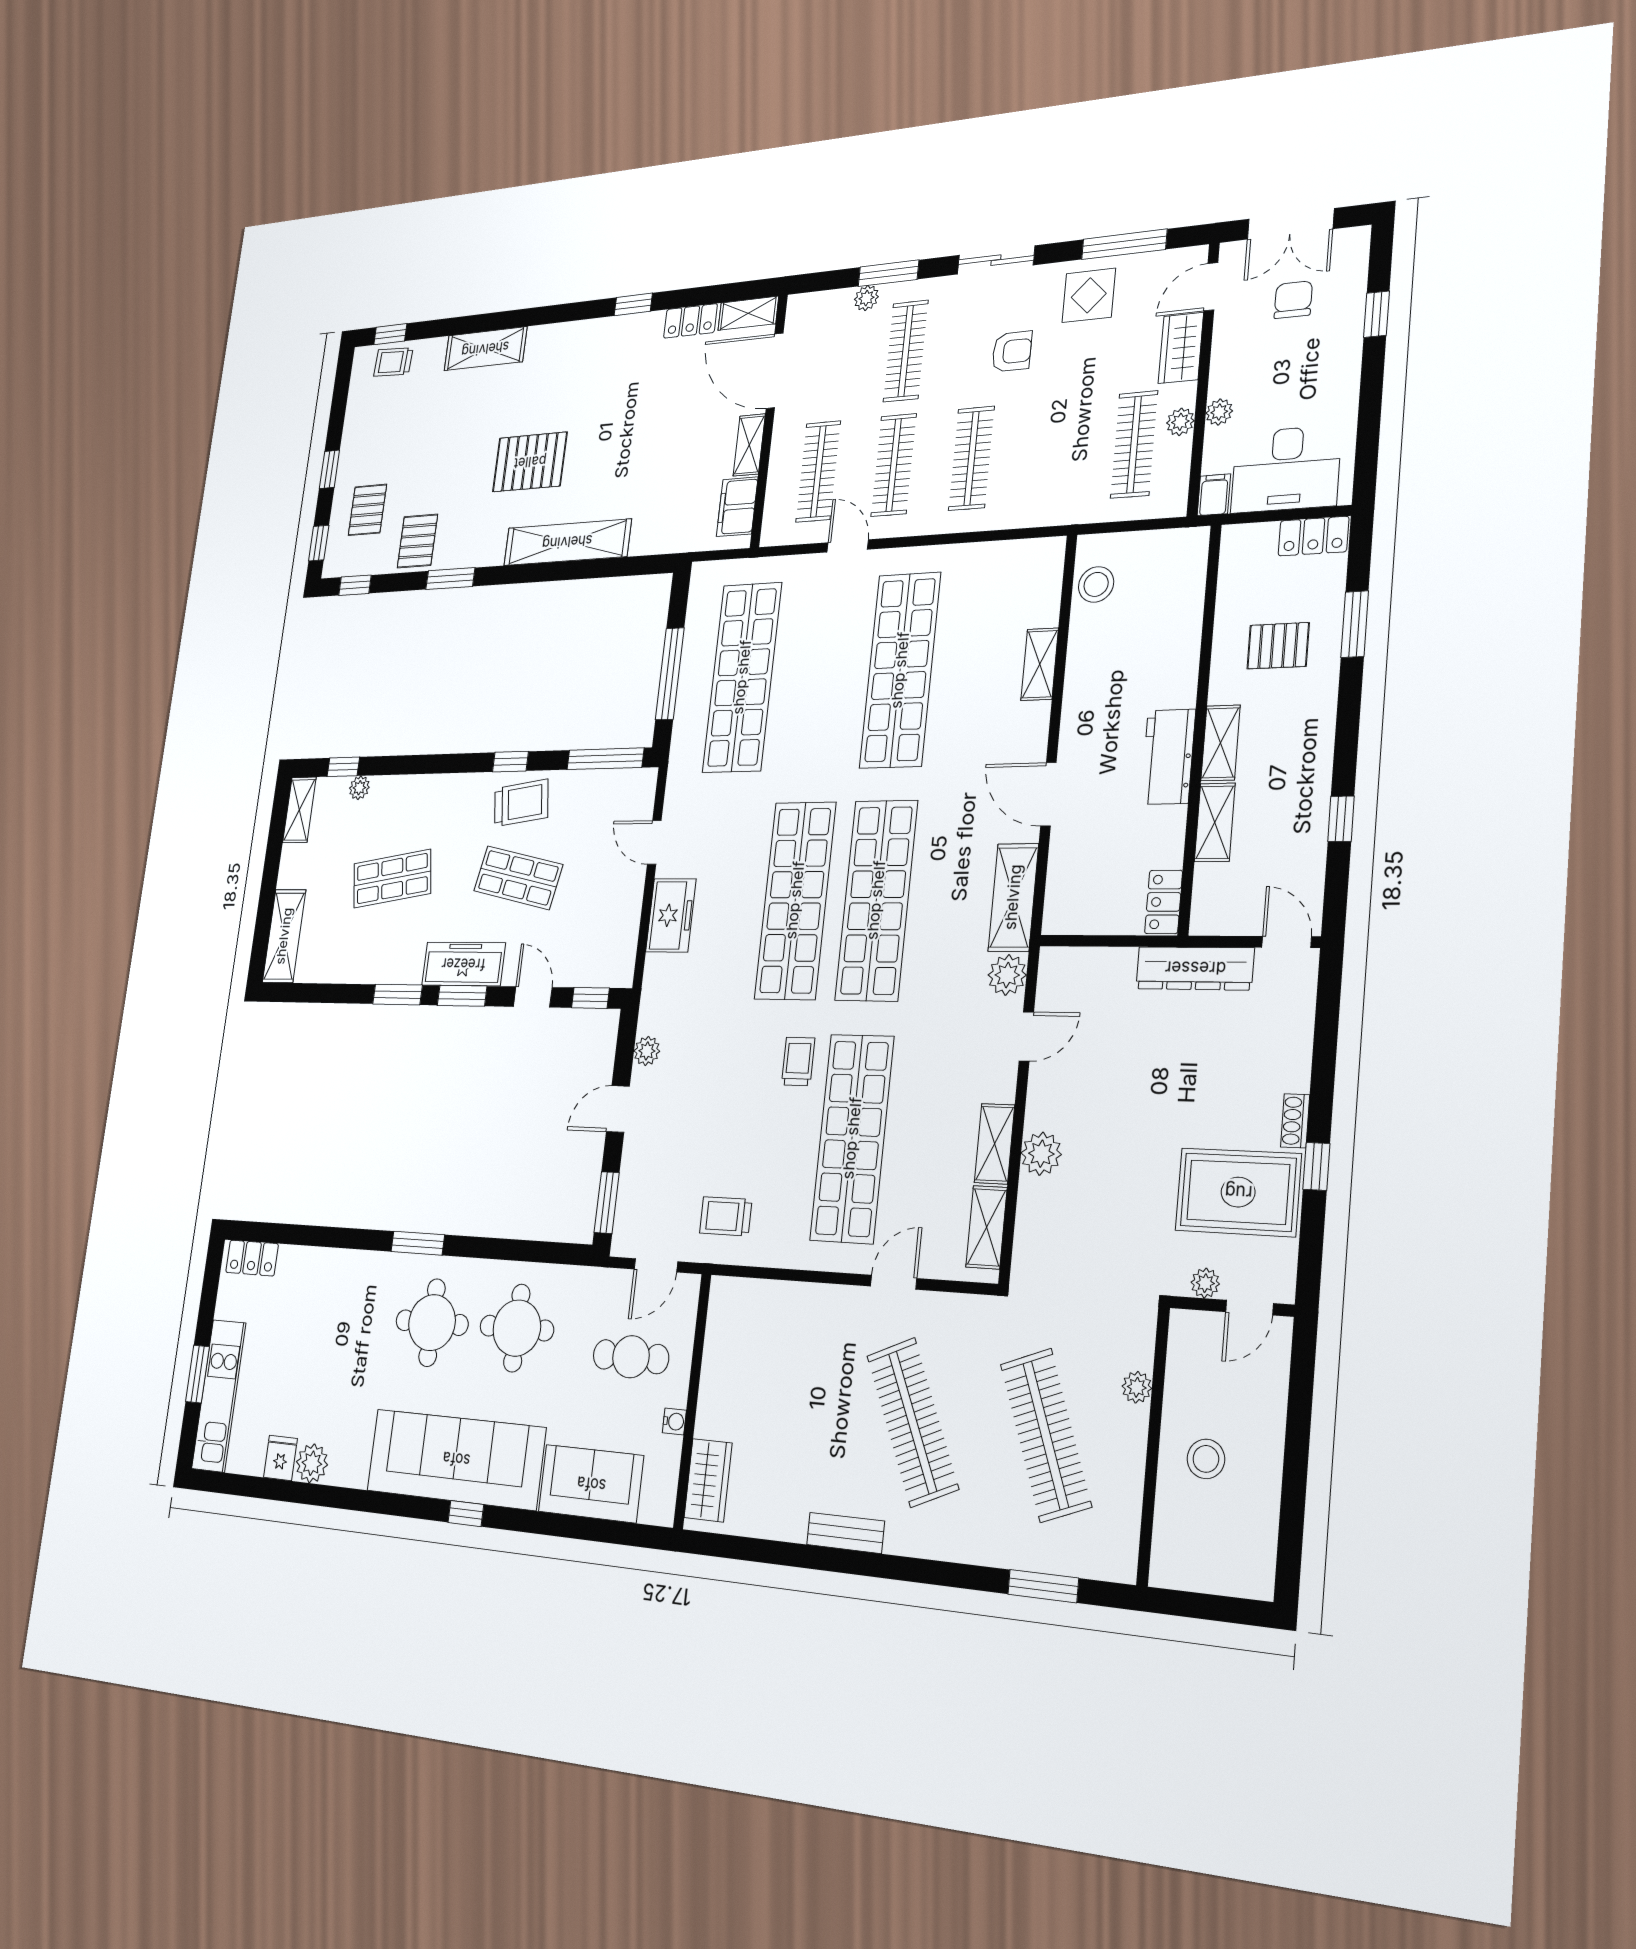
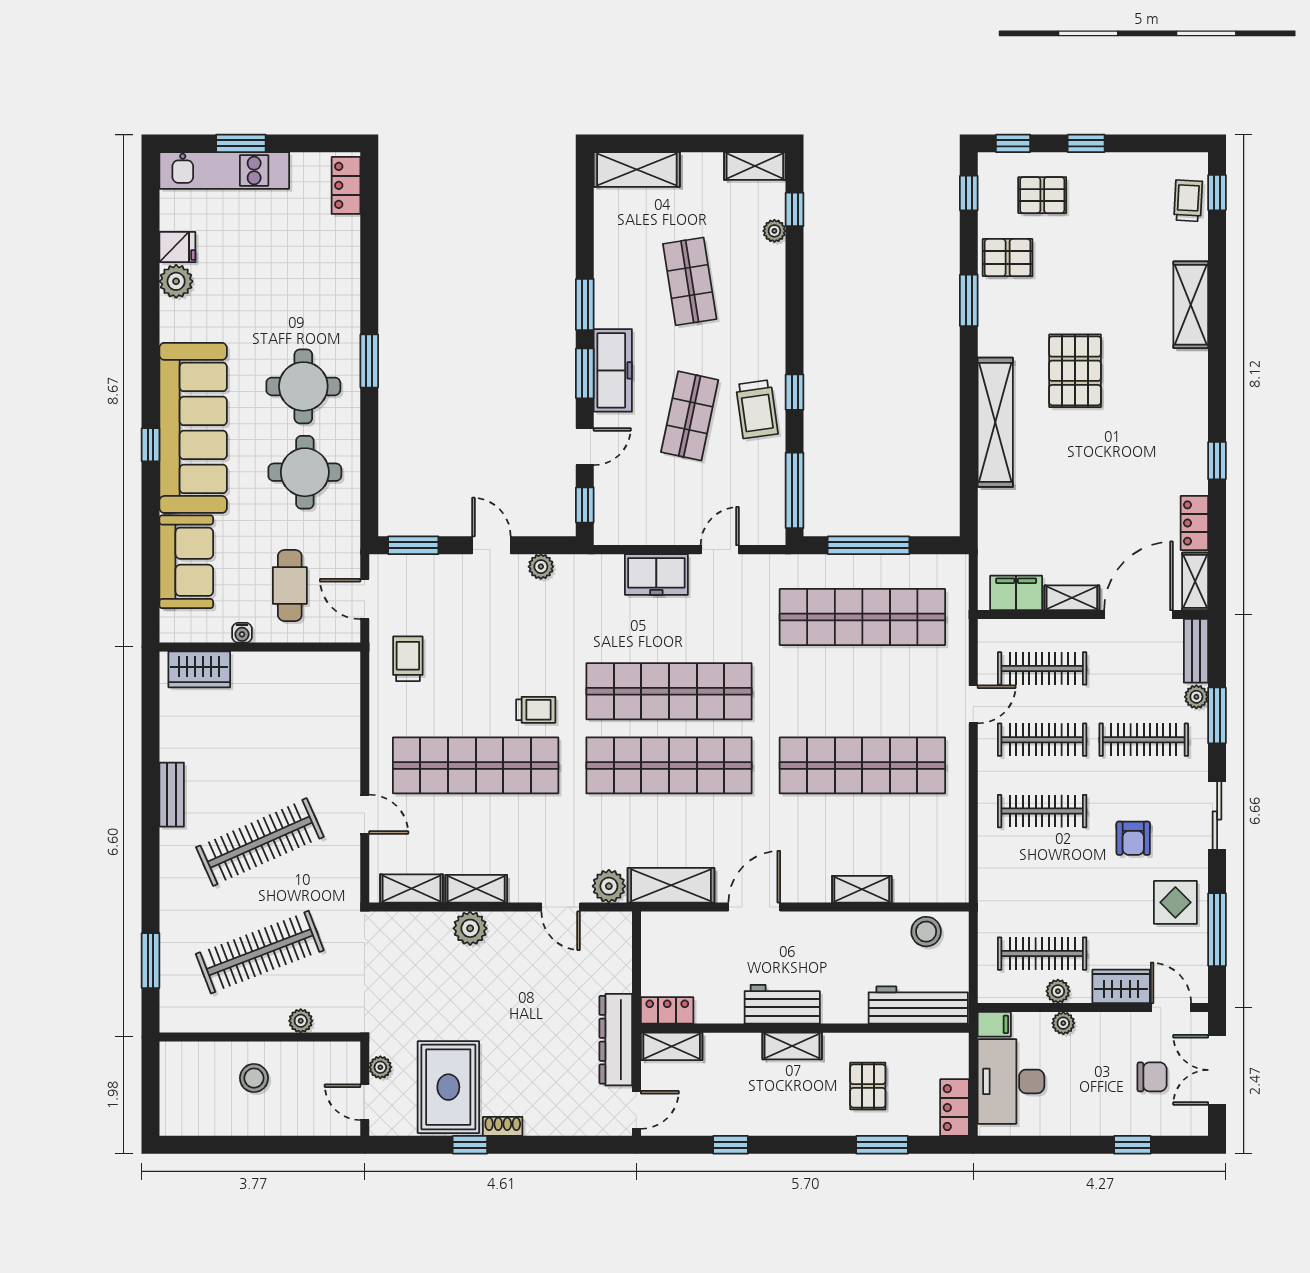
bench: (819, 304) -> (1196, 651), added
workbench: (1183, 589) -> (918, 1005), added
shelving: (1215, 822) -> (672, 1046), moved

